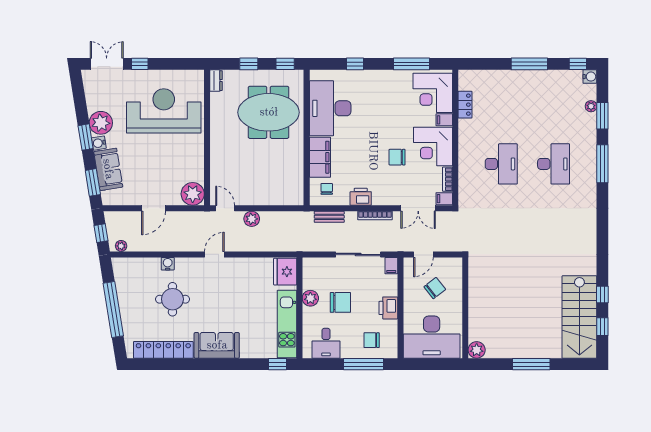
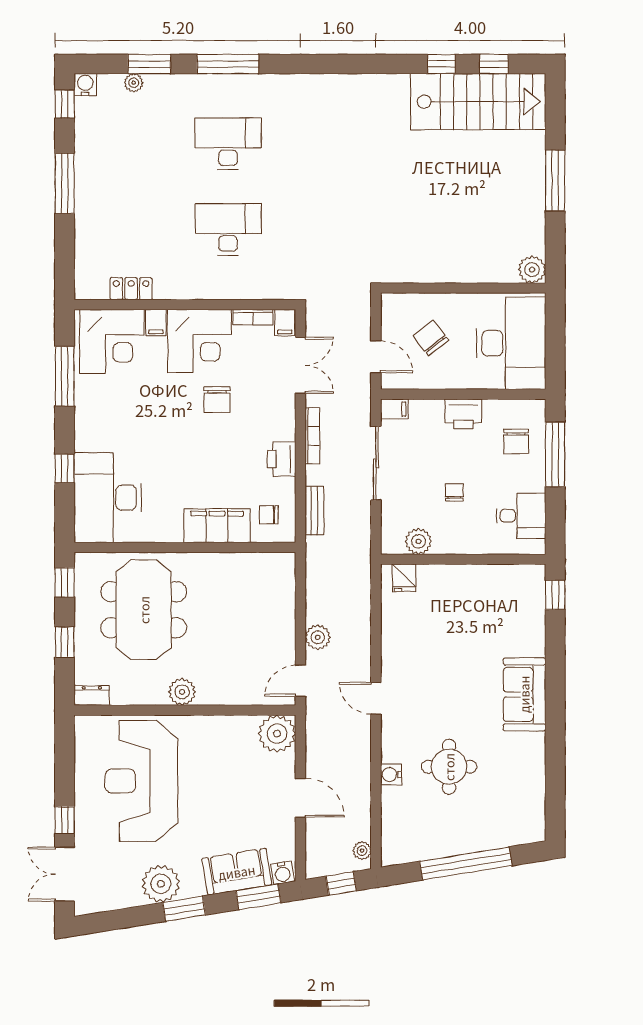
desk: (330, 108) -> (108, 498), moved, turned 90
plant: (218, 136) -> (182, 692), added
water cooler: (99, 143) -> (282, 873), moved
fridge: (285, 272) -> (404, 578), width x0.53, depth x0.75
plant: (310, 298) -> (418, 541), moved
chair: (340, 302) -> (454, 492), width x0.54, depth x0.54
kitchen unit: (287, 324) -> (490, 580), removed
locker: (163, 350) -> (532, 782), removed

